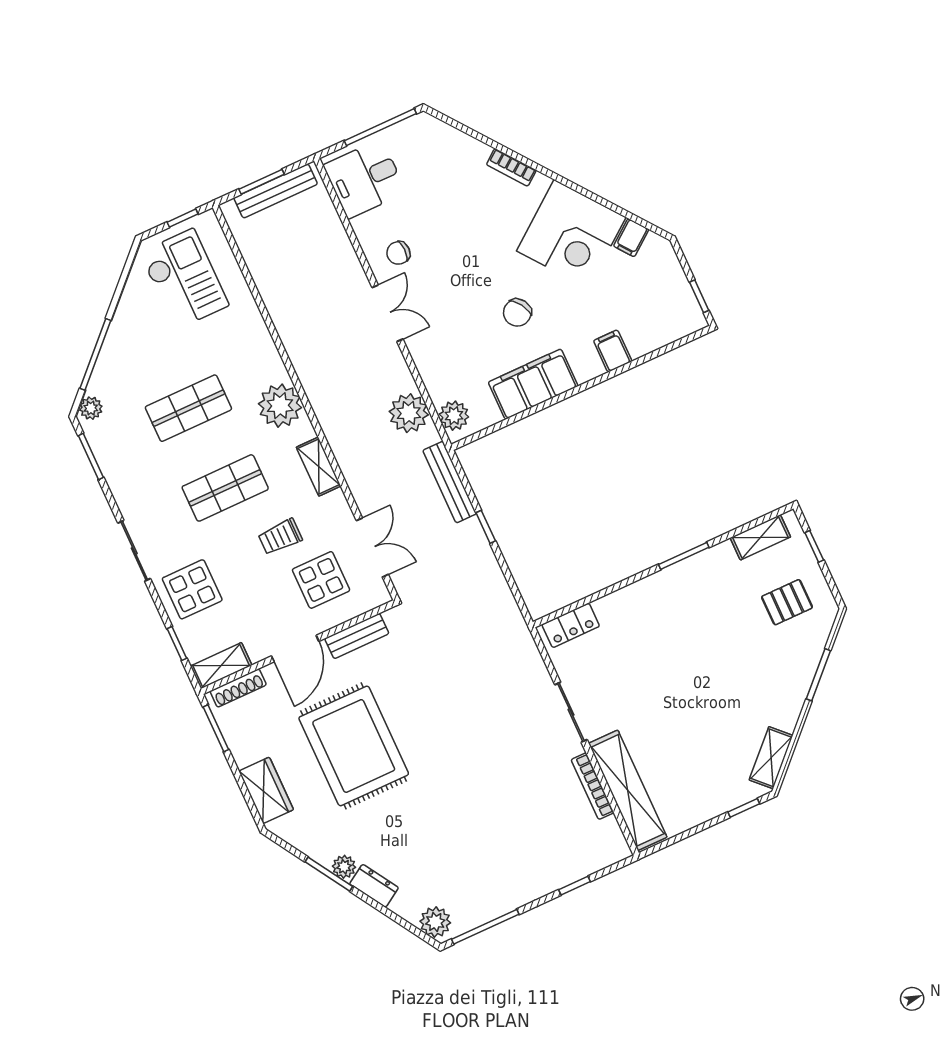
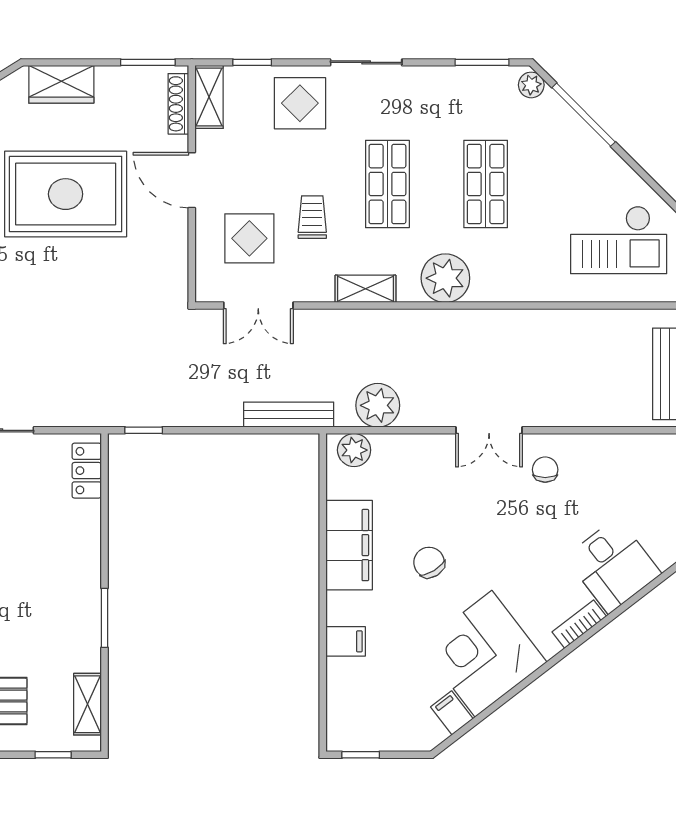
desk: (365, 179) -> (613, 565), moved, turned 142
window: (486, 527) -> (144, 430), moved
bench: (357, 636) -> (176, 248), removed

